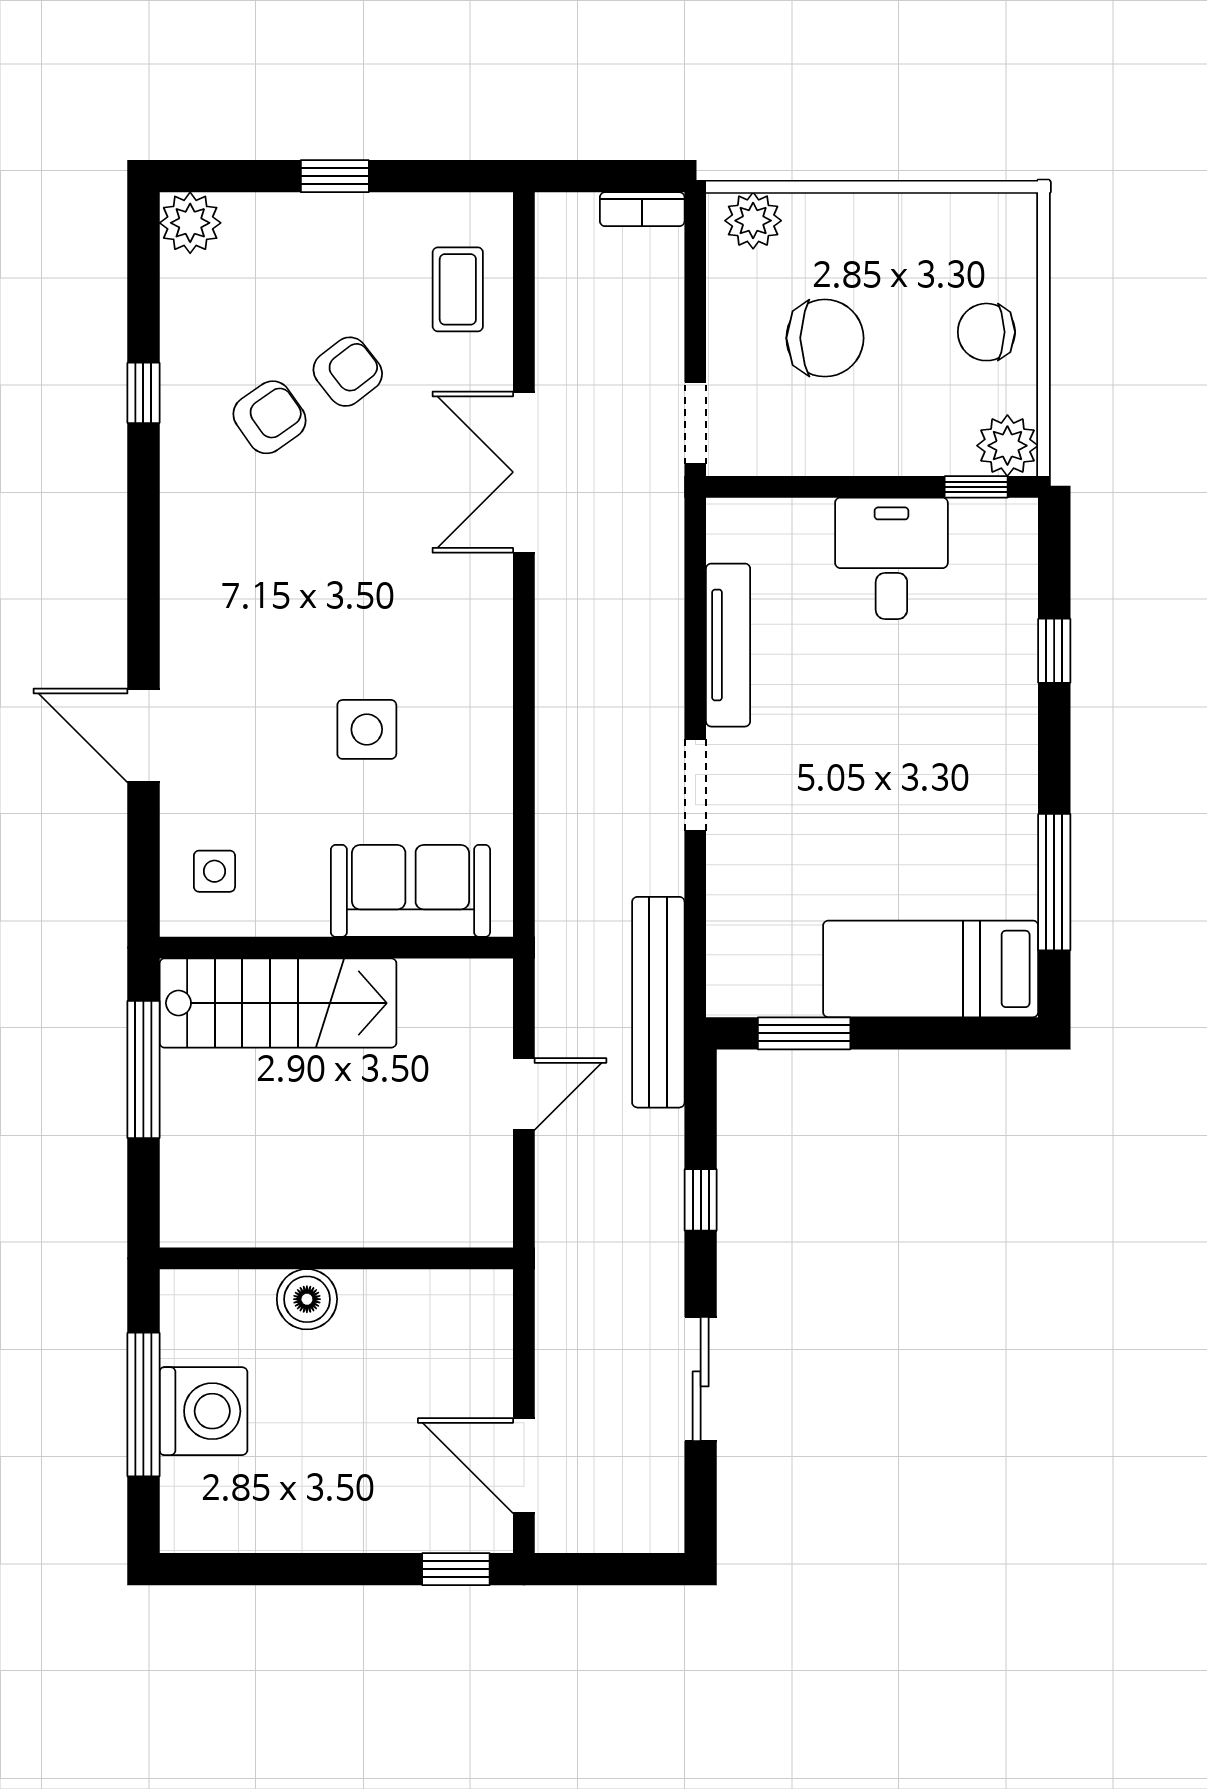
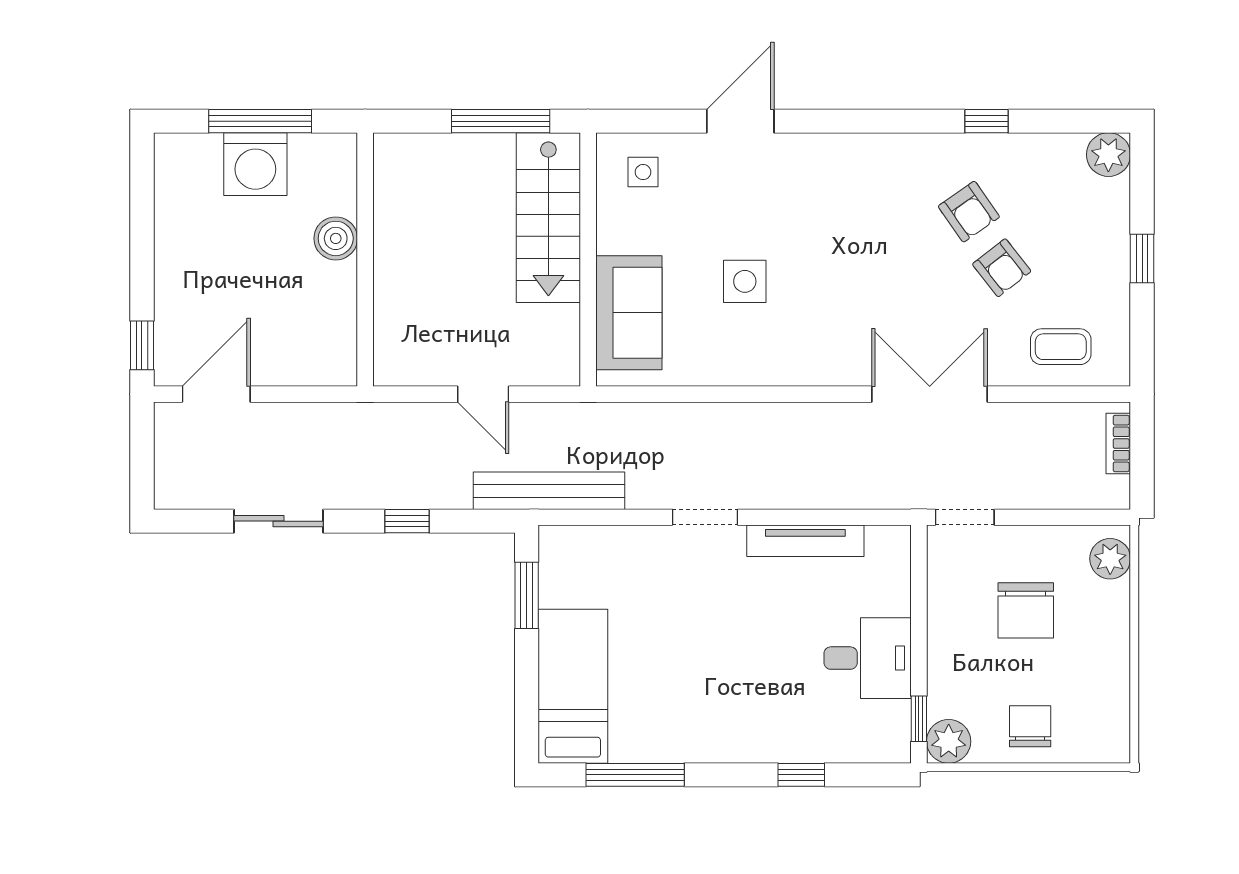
bookcase: (642, 209) -> (1118, 444), moved

